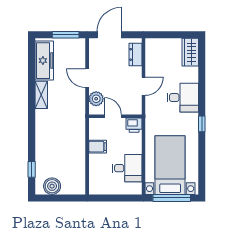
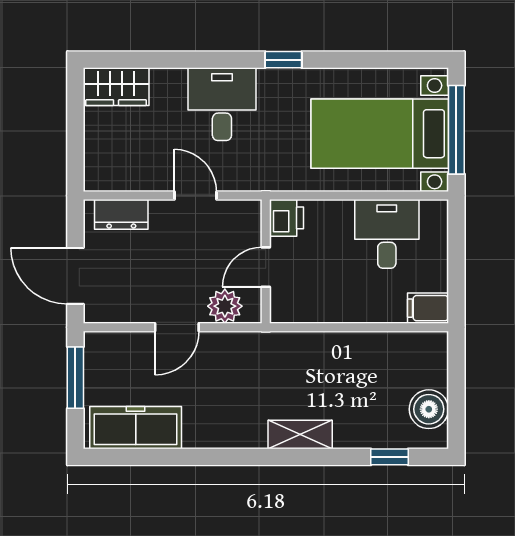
shelving: (41, 95) -> (300, 434), moved
filing cabinet: (98, 147) -> (428, 308), moved, turned -90

